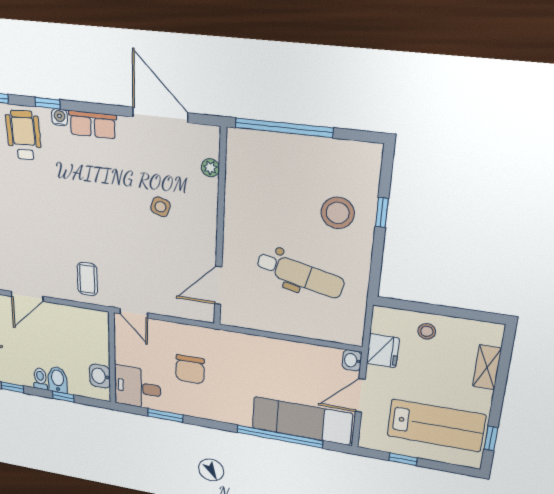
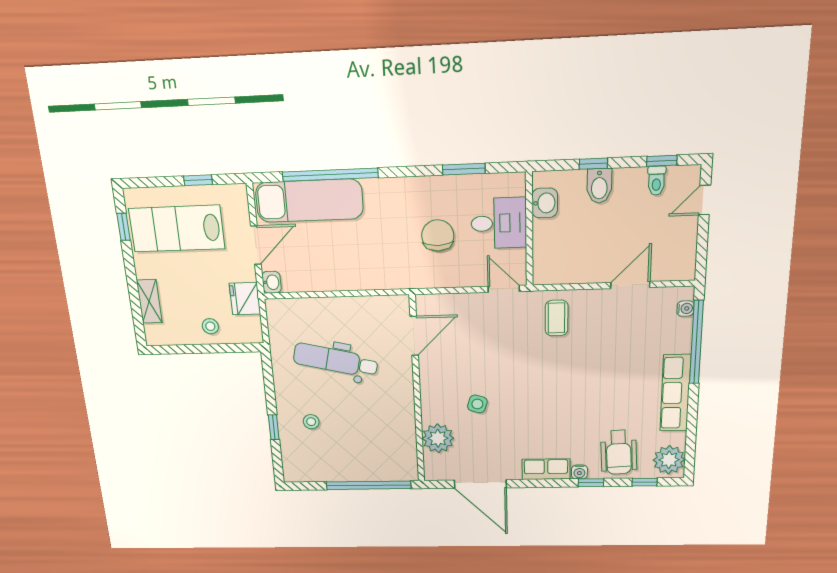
plant: (210, 168) -> (438, 438), width x1.88, depth x1.88
stool: (338, 213) -> (311, 422), width x0.53, depth x0.53
toilet: (40, 379) -> (656, 181), moved
desk: (137, 388) -> (499, 223), moved

